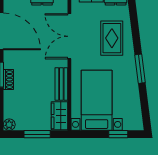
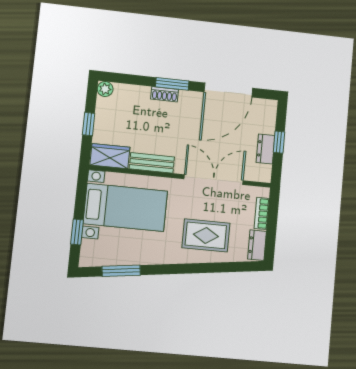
window: (140, 69) -> (121, 271), moved
window: (37, 134) -> (89, 124), width x0.67

